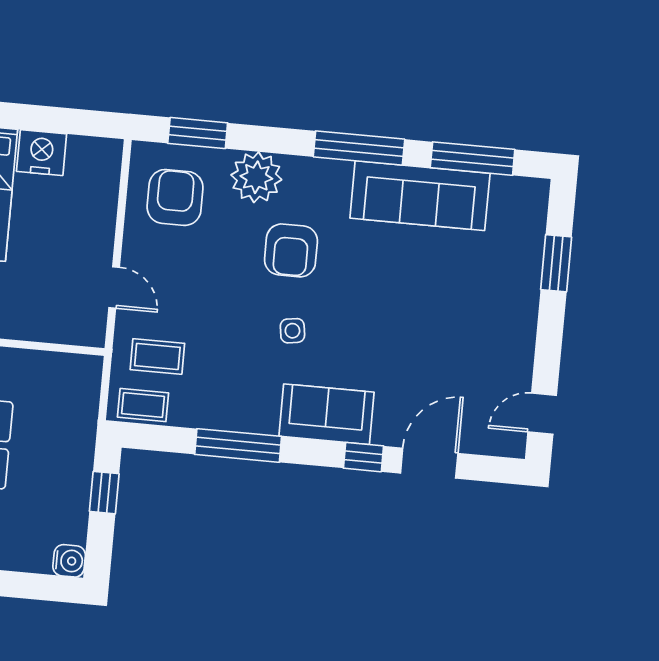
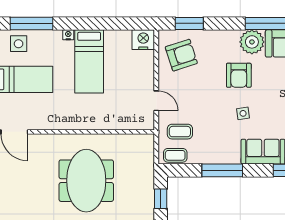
nightstand: (42, 153) -> (143, 40), moved
plant: (256, 177) -> (252, 42), moved
armchair: (175, 197) -> (181, 55), turned 72

